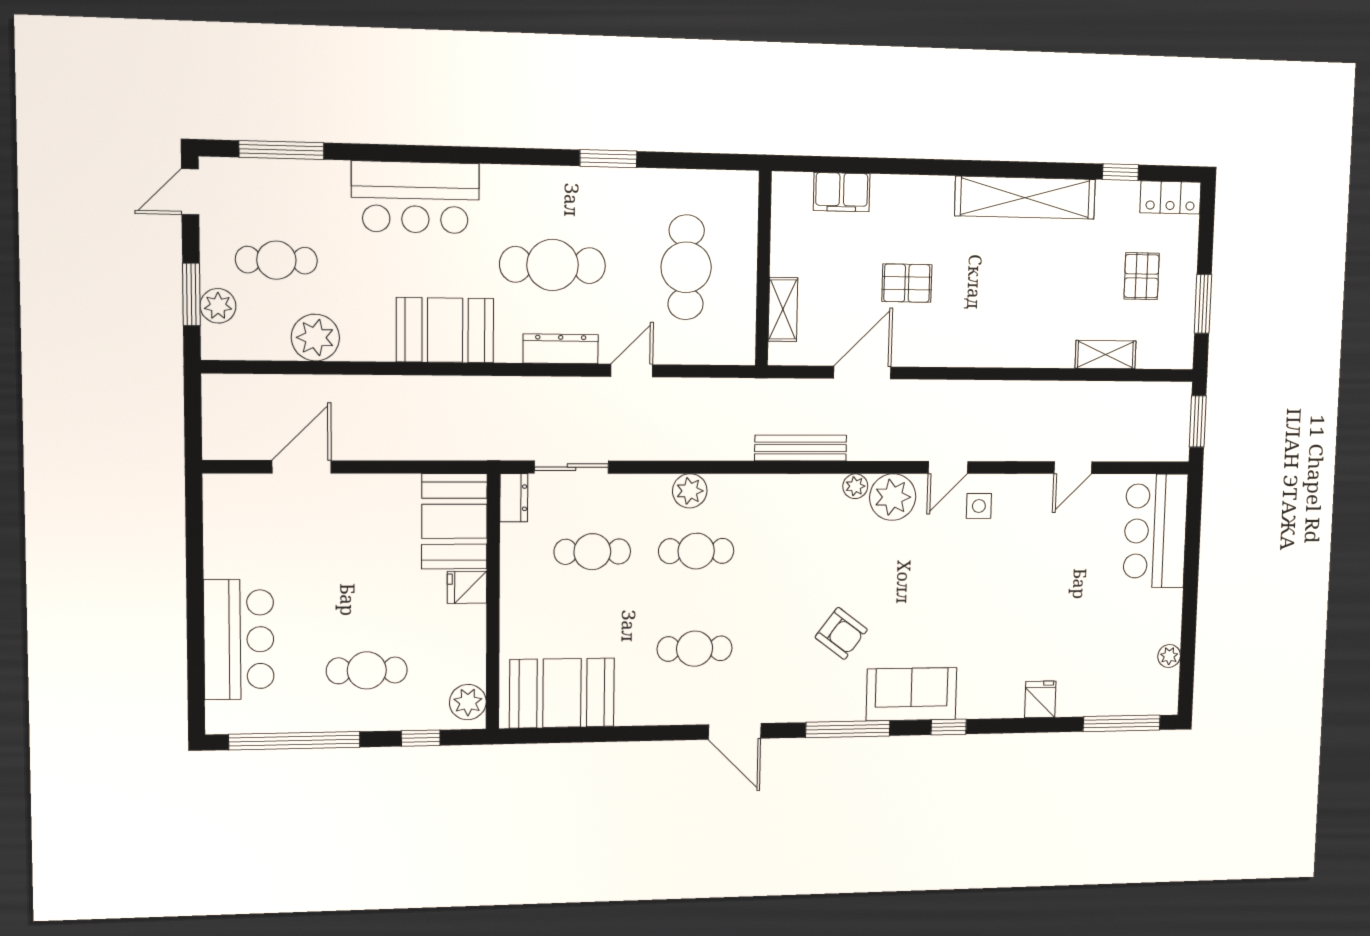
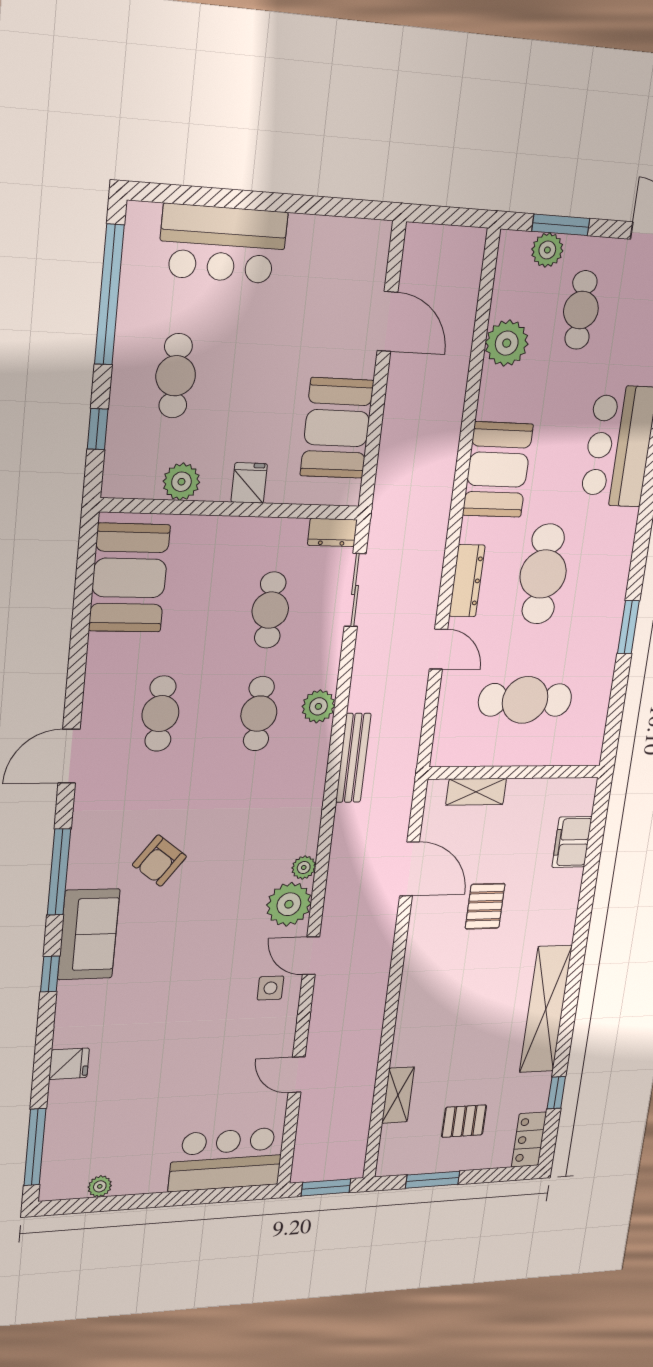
bench: (801, 448) -> (353, 758), moved
booth: (454, 521) -> (337, 428), moved, turned 90
plant: (468, 702) -> (181, 482), moved

